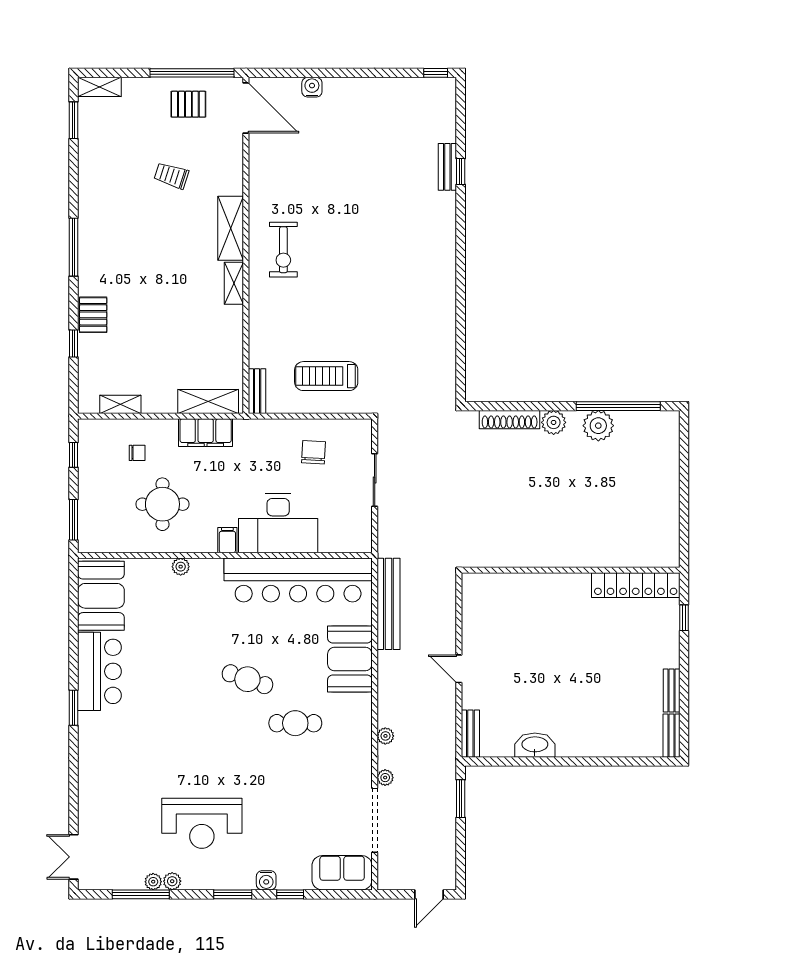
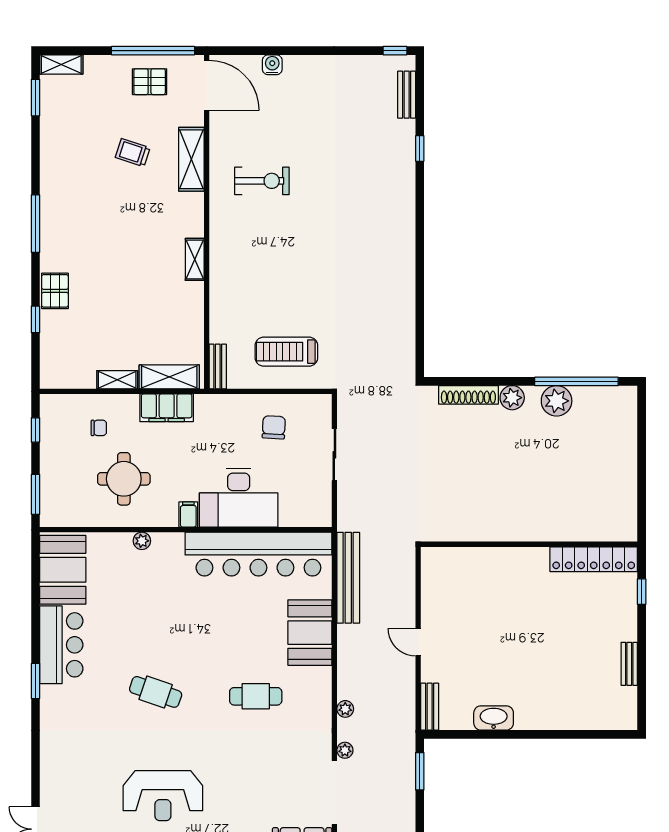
bench: (447, 167) -> (407, 95), moved
shelving: (231, 228) -> (191, 159), moved
exercise bike: (283, 250) -> (262, 181), moved, turned -90
shelving: (120, 404) -> (117, 380), moved
cafe table: (247, 679) -> (156, 692), moved
bench: (672, 736) -> (629, 709), removed

